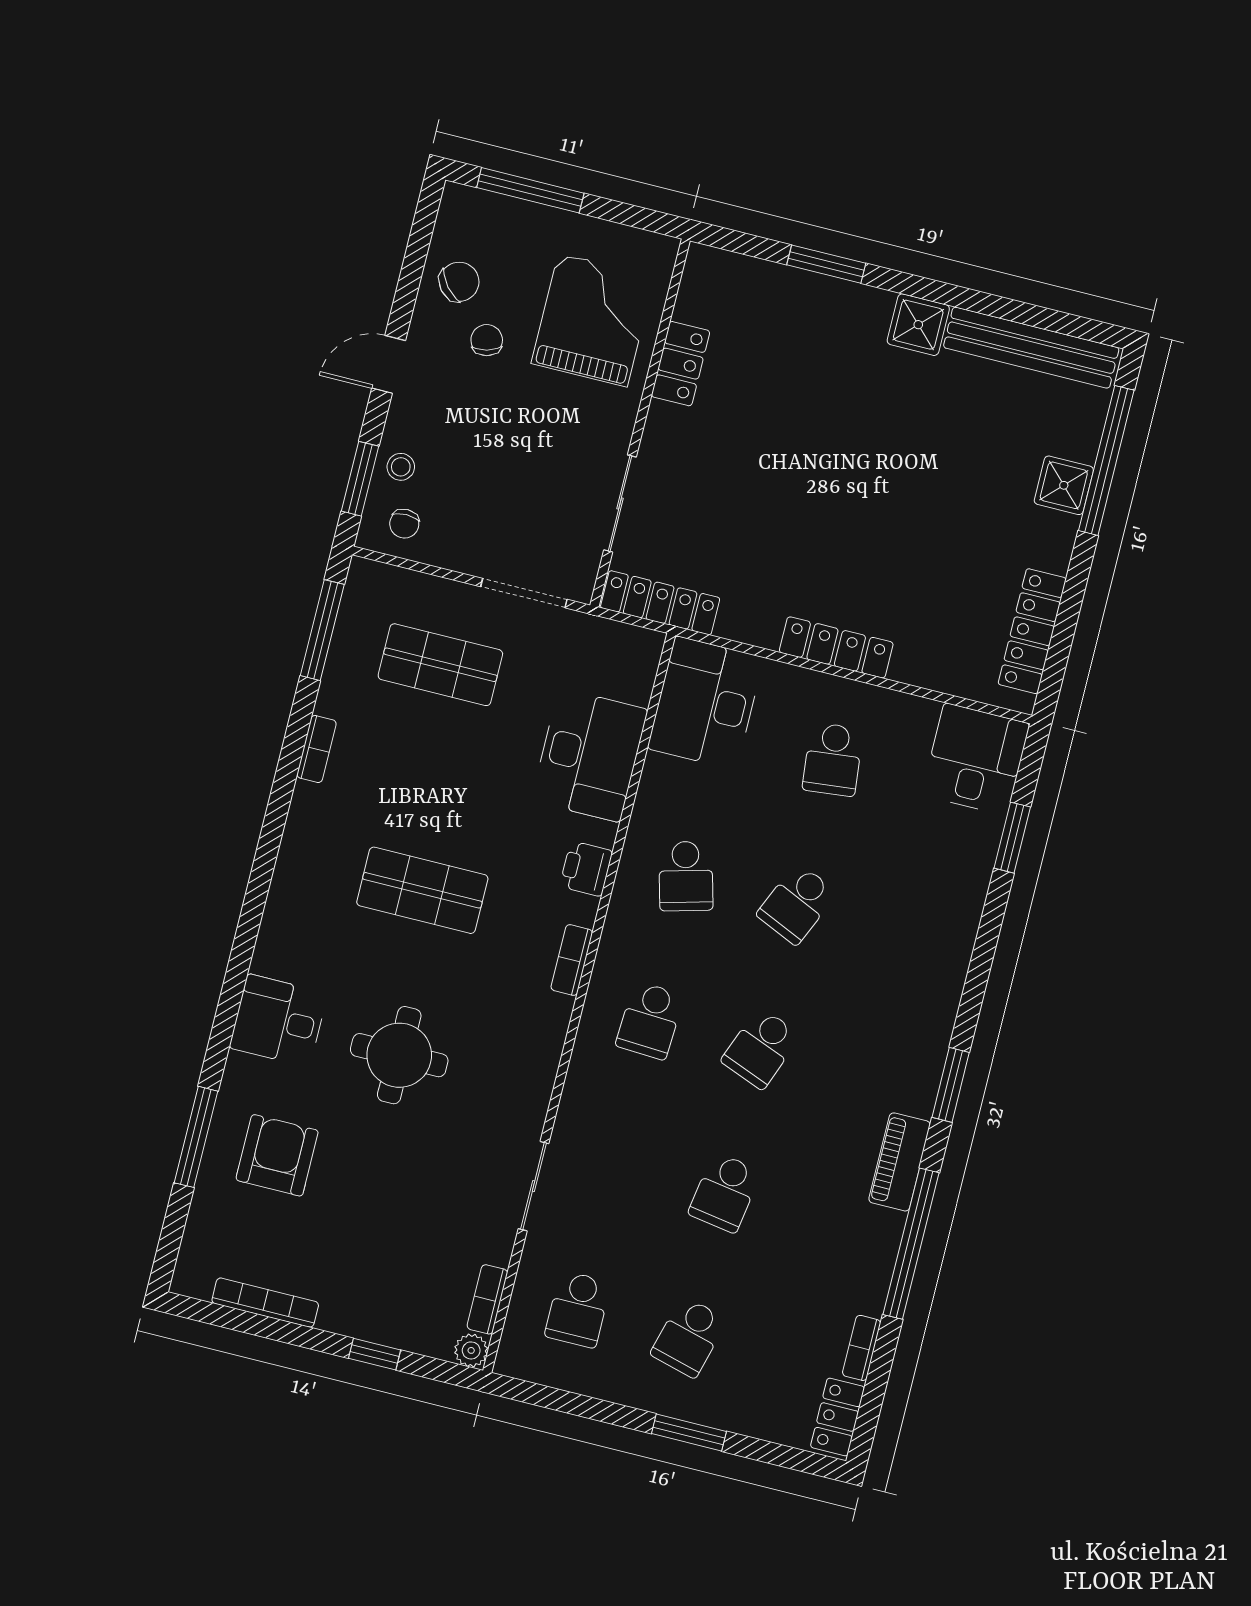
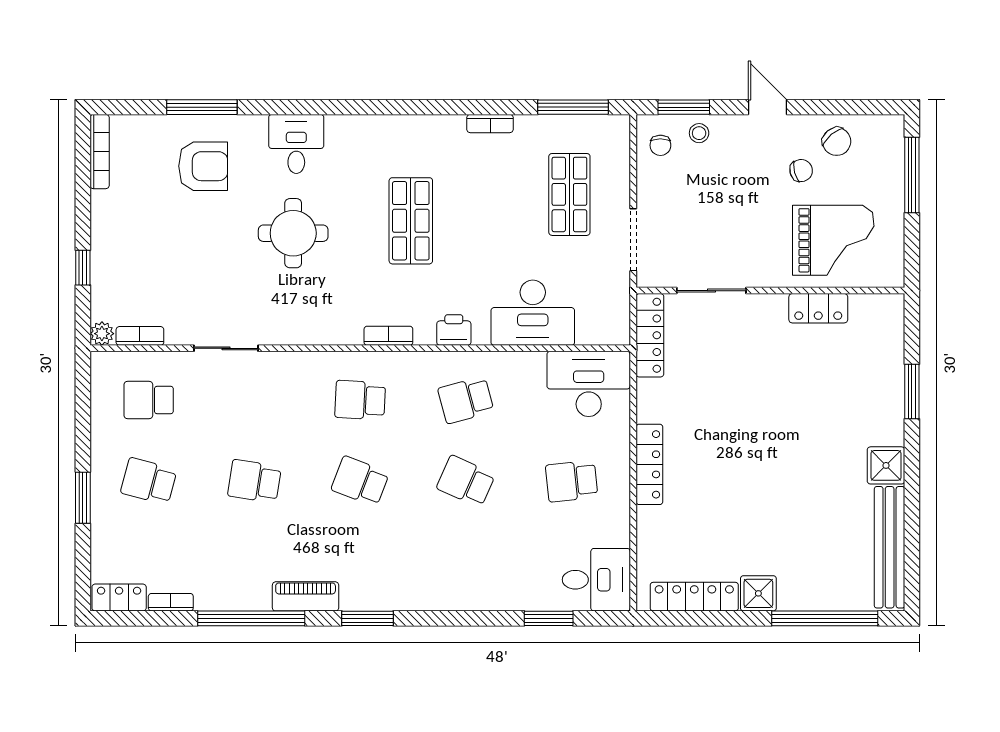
shower: (1064, 485) -> (758, 593), moved
chair: (404, 524) -> (660, 145), turned -90
bookcase: (265, 1303) -> (100, 152), moved

